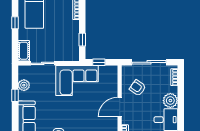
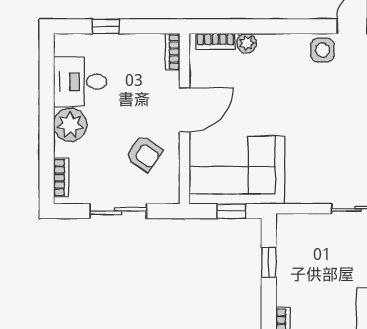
sliding door: (149, 62) -> (118, 211), width x0.73
corner sofa: (77, 80) -> (237, 170), moved

